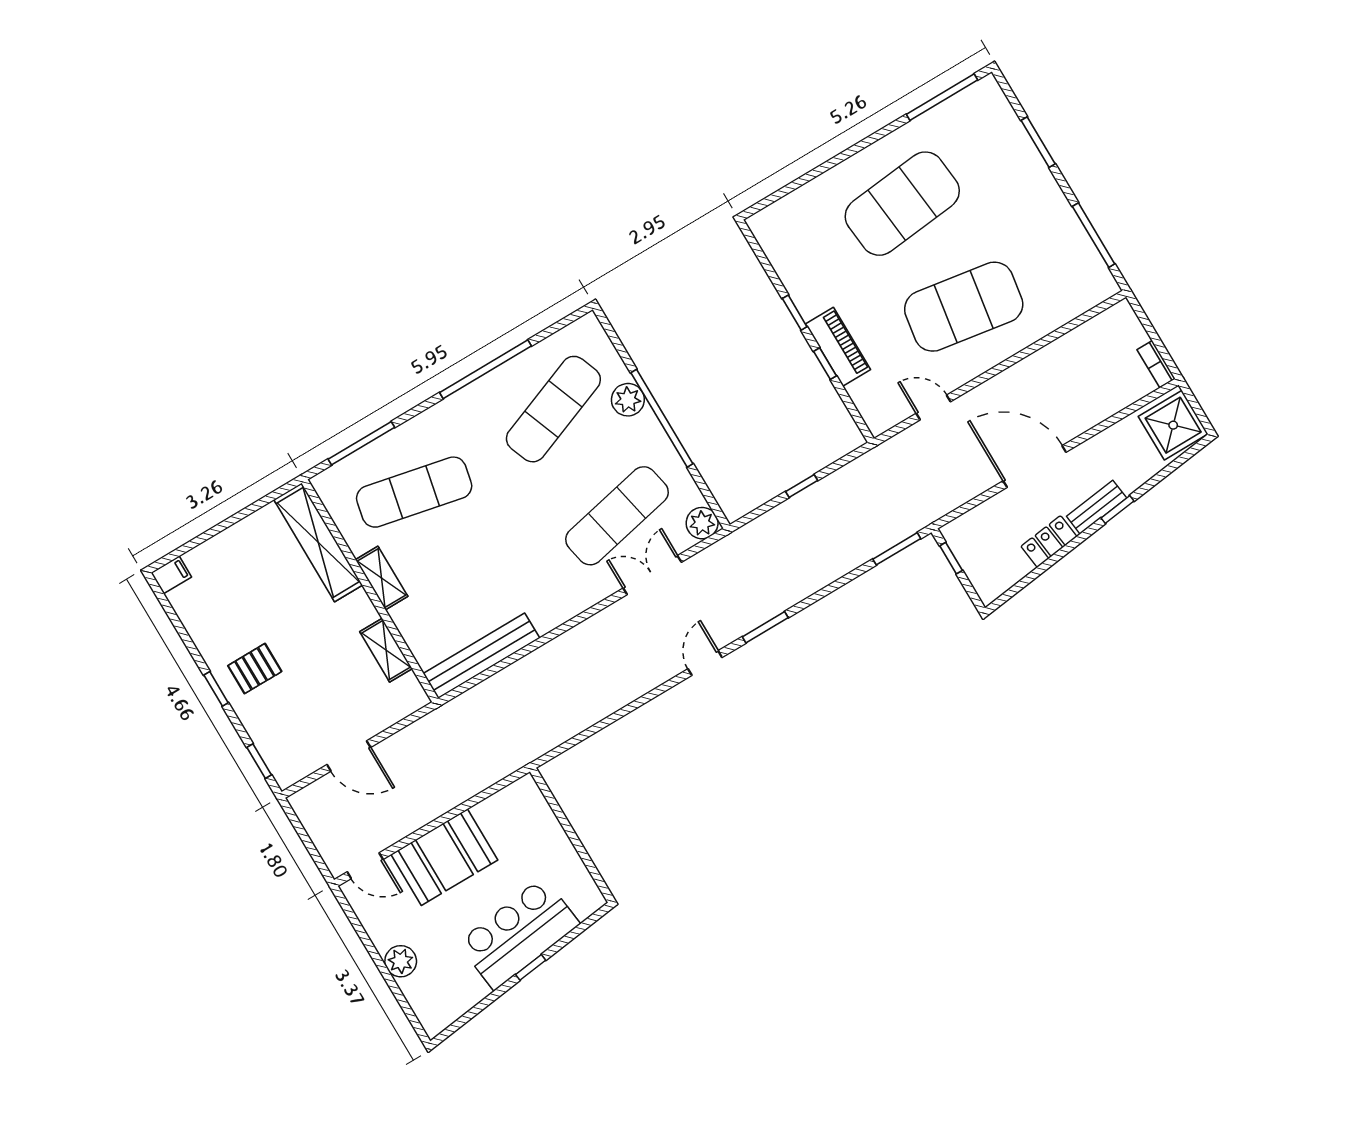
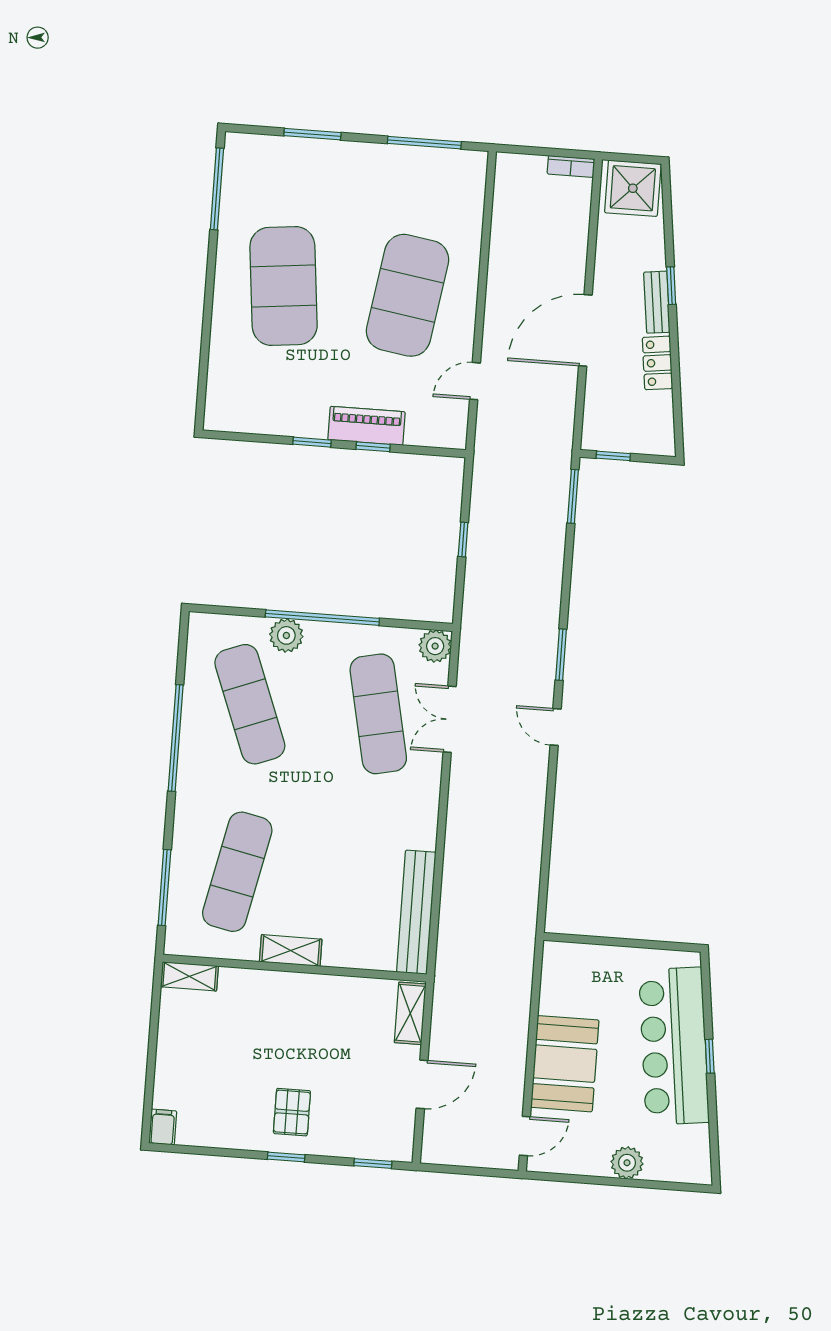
shelving: (318, 542) -> (189, 976), width x0.45, depth x0.75
shelving: (386, 650) -> (410, 1013), moved, turned 90
bar counter: (519, 934) -> (674, 1046), width x1.36

